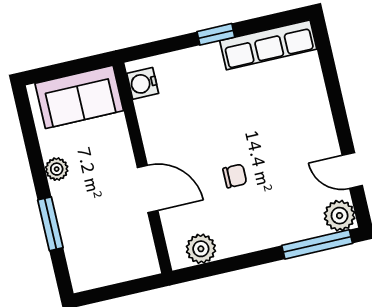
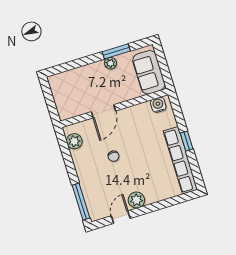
row of seats: (268, 45) -> (180, 160), width x1.36
plant: (340, 216) -> (136, 200), moved
window: (50, 224) -> (116, 51), moved

